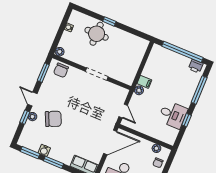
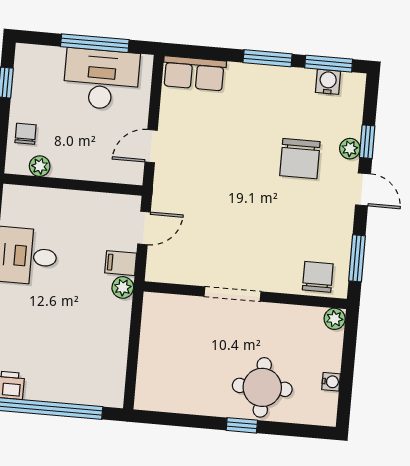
filing cabinet: (144, 82) -> (121, 263), moved
door: (123, 111) -> (144, 228), swing flipped
chair: (53, 119) -> (300, 159), turned -66
door: (110, 142) -> (151, 146), width x0.53
water cooler: (44, 150) -> (328, 82), moved

